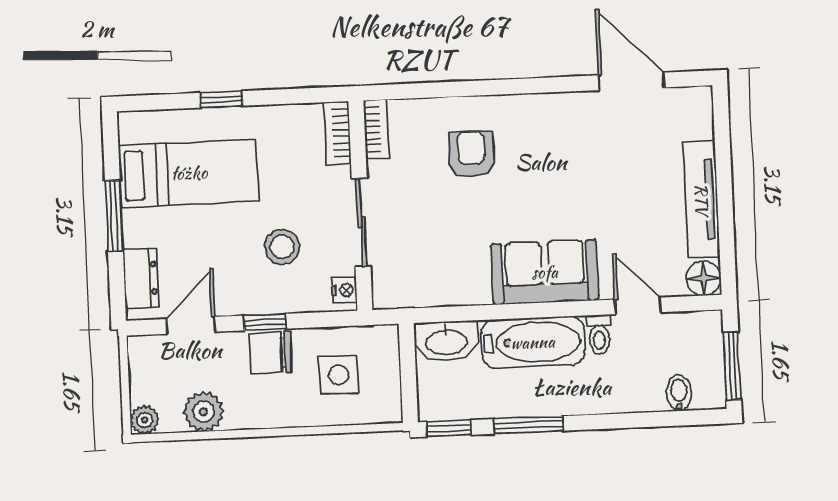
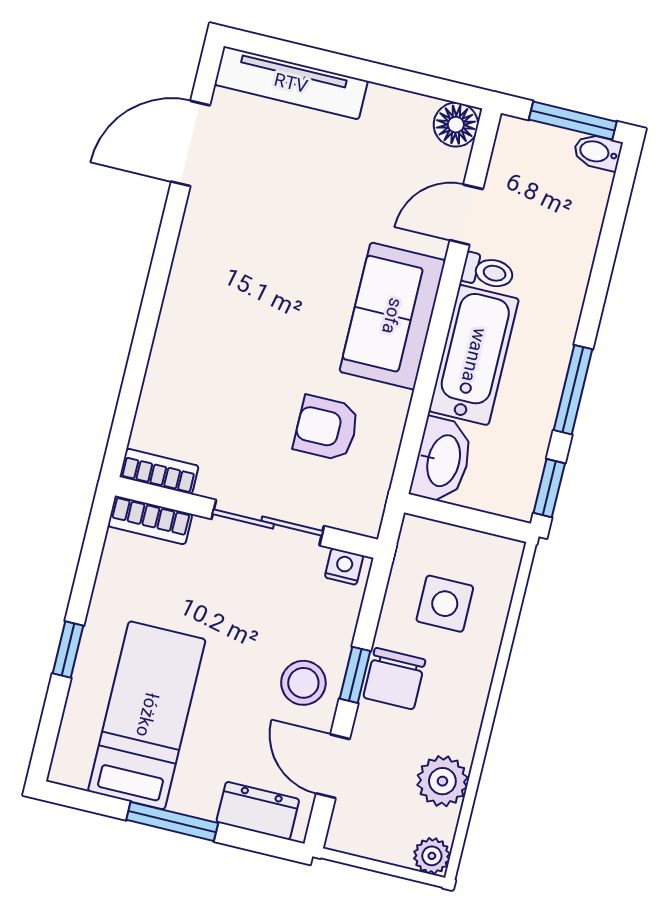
armchair: (471, 154) -> (326, 428), moved
tv unit: (702, 199) -> (291, 83), moved
stool: (282, 247) -> (303, 683), moved
bidet: (679, 393) -> (597, 152), moved

